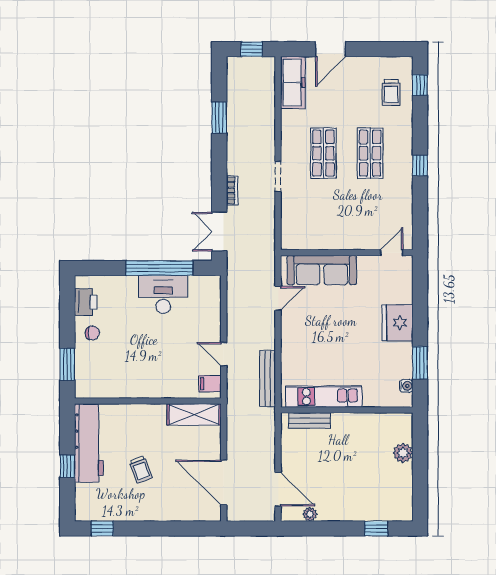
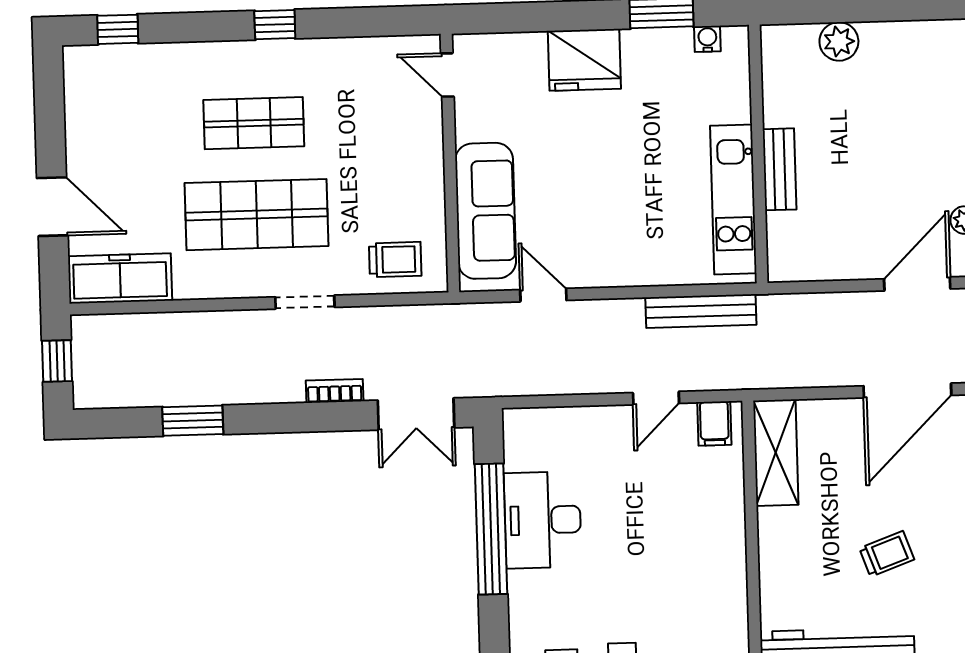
trolley: (391, 92) -> (395, 260), moved
shop shelf: (323, 153) -> (257, 215), width x1.43, depth x1.36
bench: (310, 421) -> (780, 169), moved

